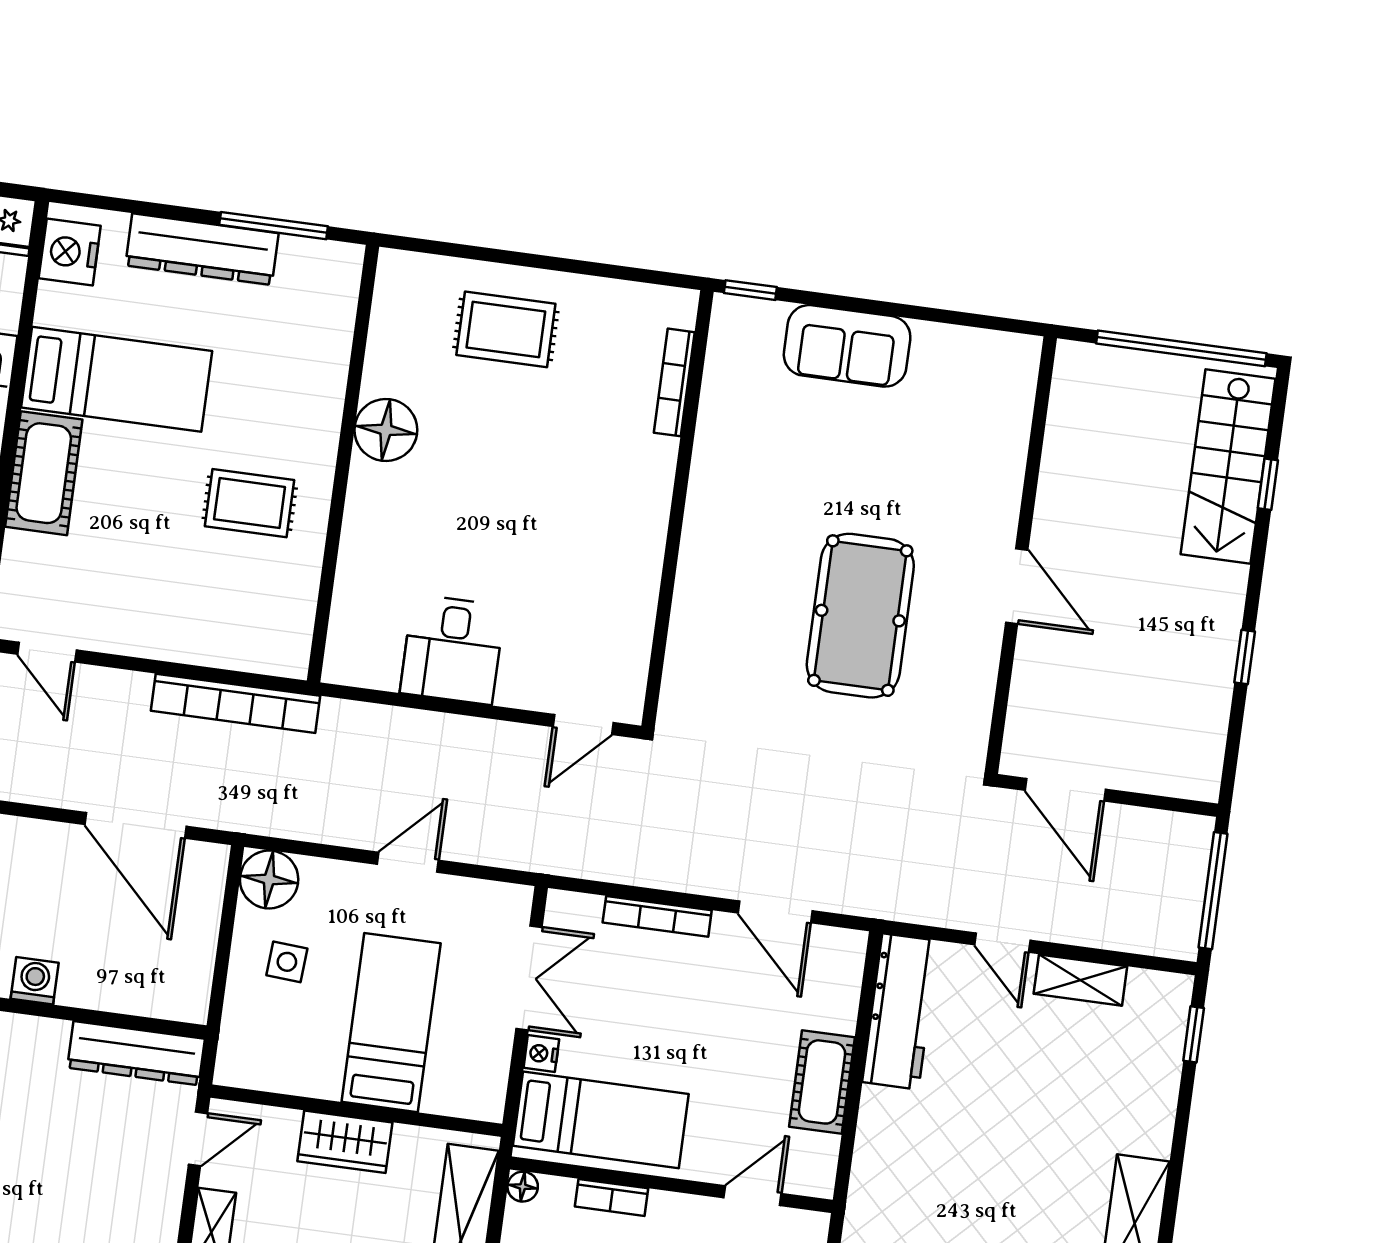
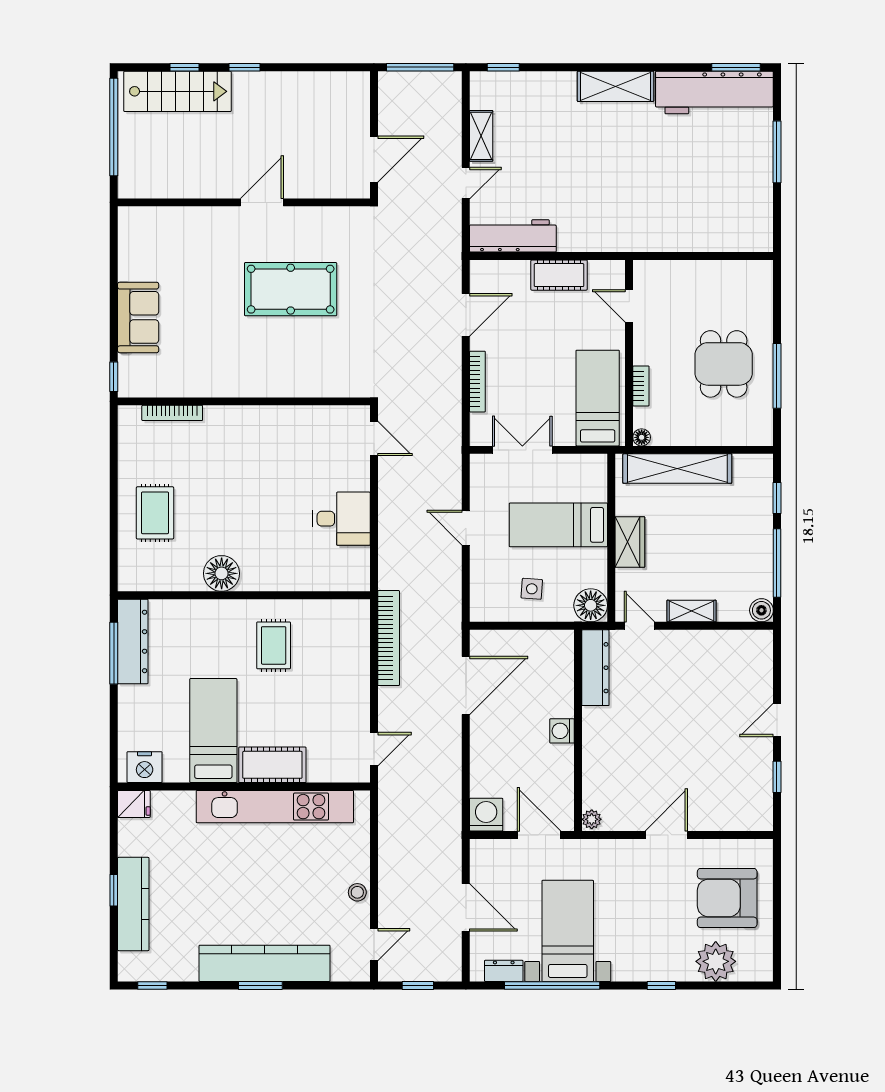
dresser: (202, 249) -> (133, 641), moved
window: (1245, 657) -> (244, 67), moved
floor lamp: (269, 879) -> (591, 605), moved
nightstand: (541, 1054) -> (564, 437), removed

